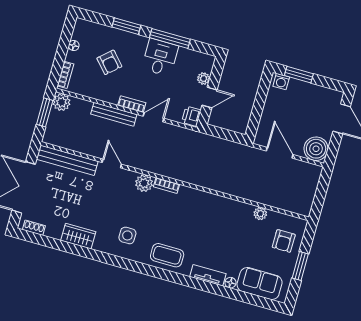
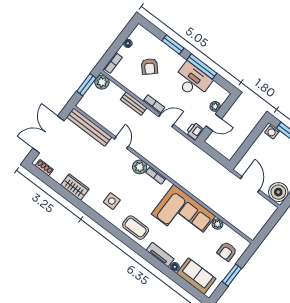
desk: (160, 57) -> (192, 80), width x1.37
bench: (114, 114) -> (134, 104), width x0.73
corner sofa: (217, 219) -> (183, 215), added

